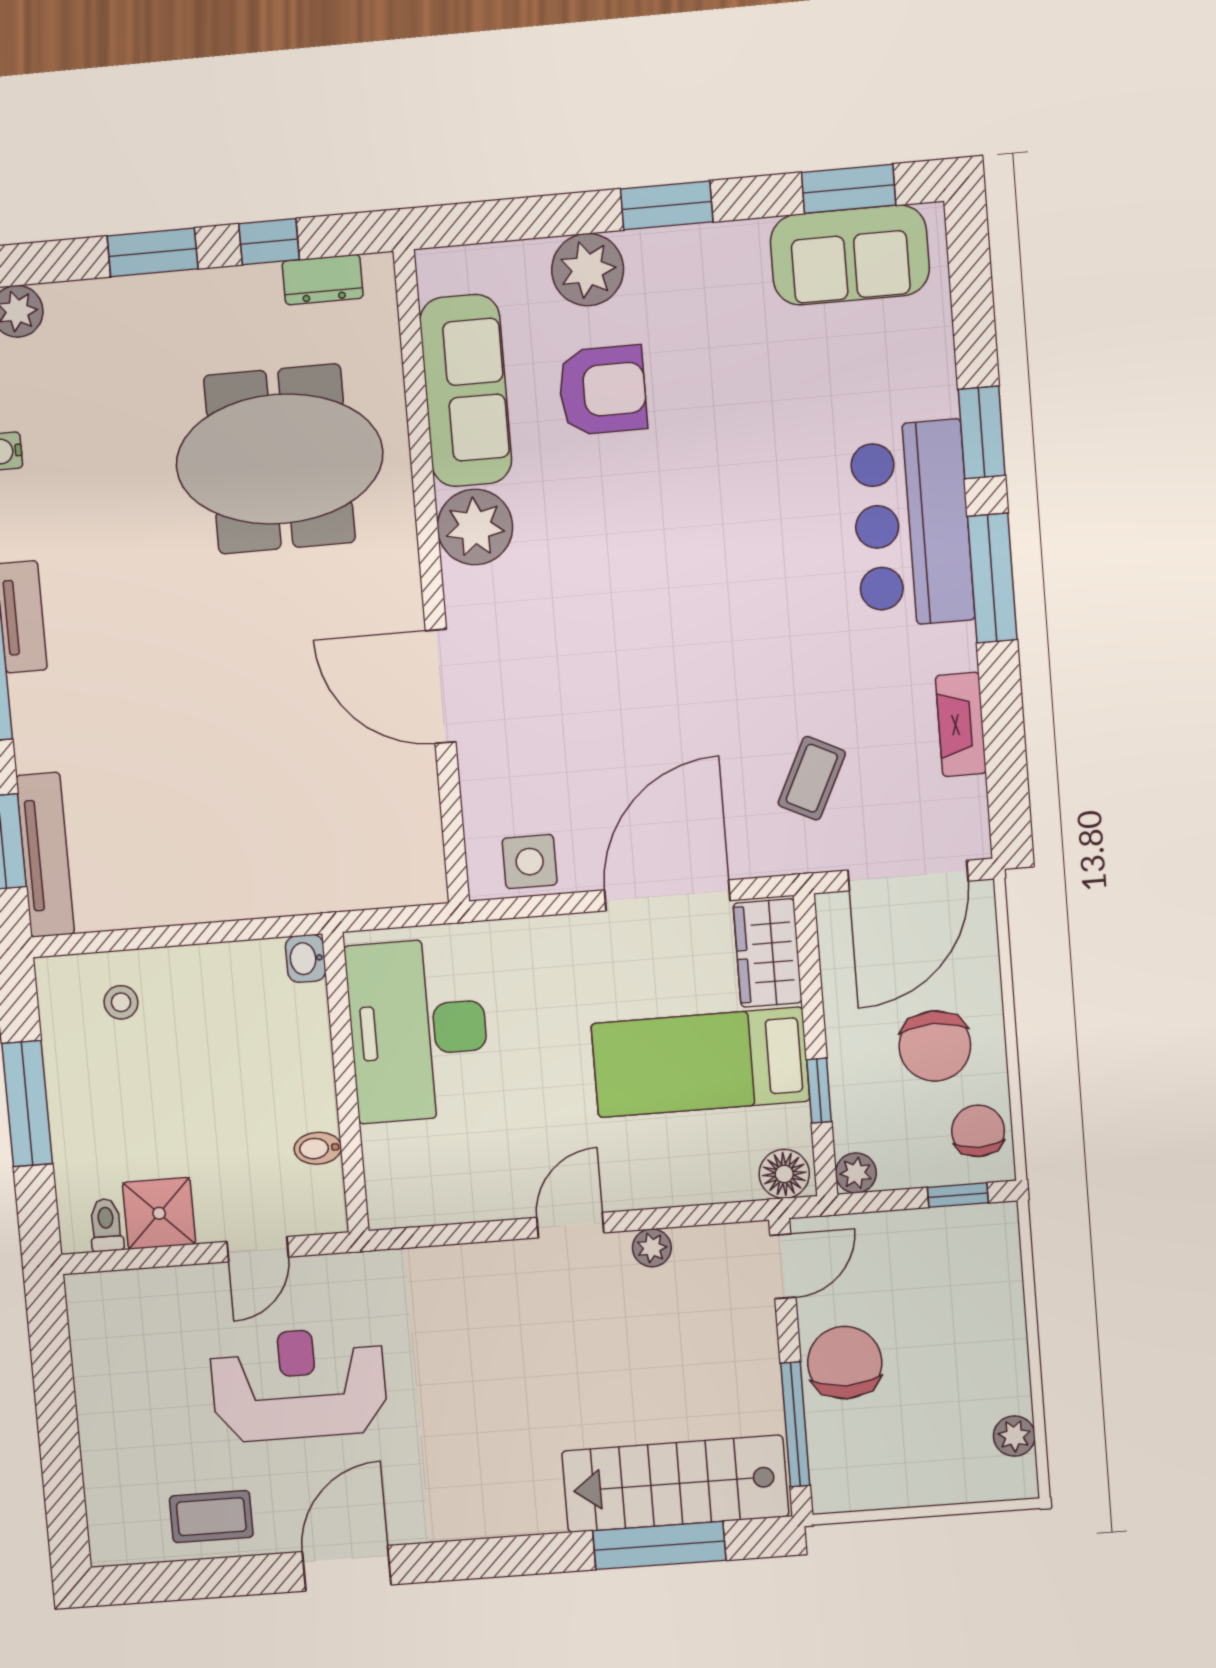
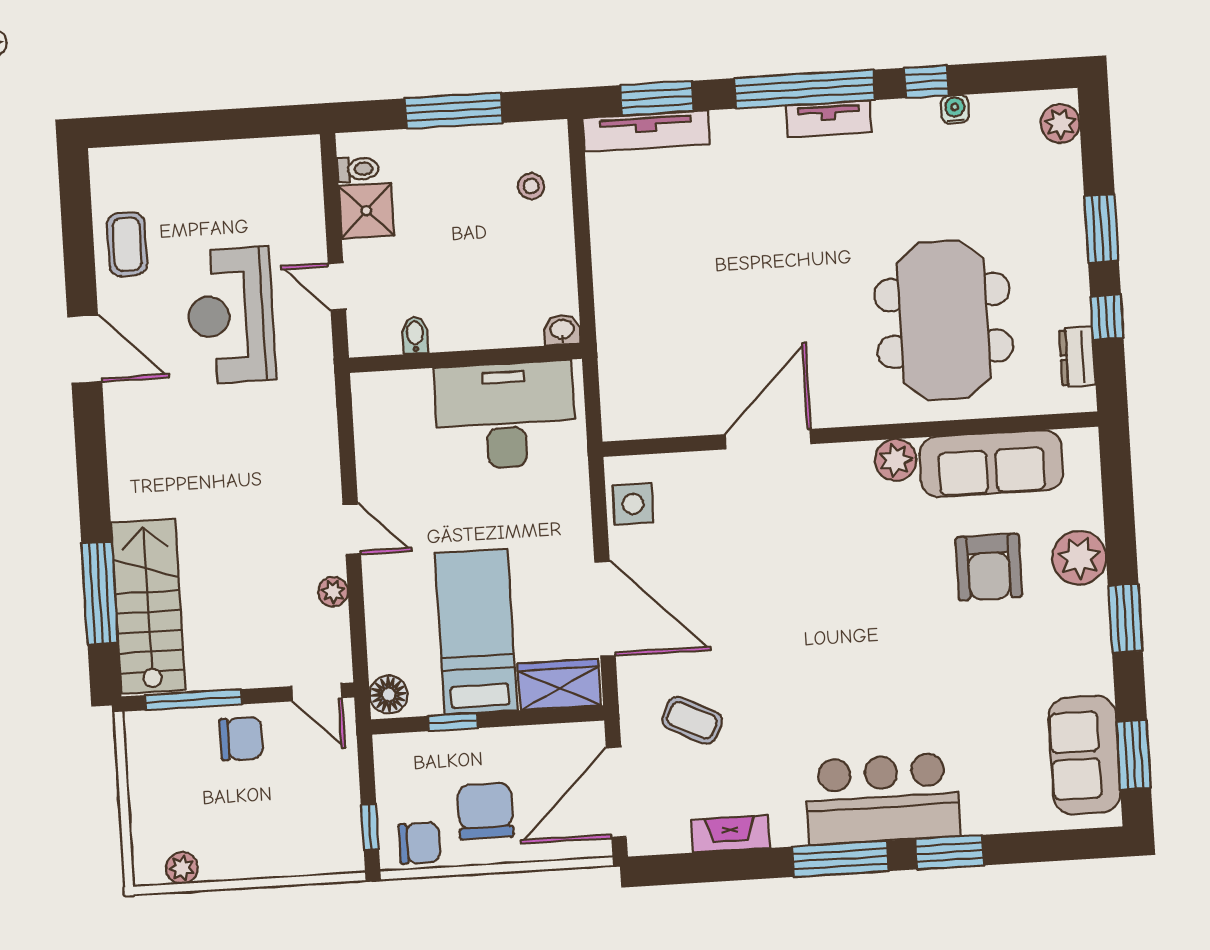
plant: (475, 527) -> (896, 460), width x0.73, depth x0.73
door: (908, 876) -> (616, 792), hinge flipped
chair: (935, 1046) -> (485, 811), turned 90
plant: (856, 1173) -> (388, 749), removed
chair: (845, 1363) -> (241, 739), width x0.73, depth x0.73
reception desk: (299, 1384) -> (231, 315), turned 180

